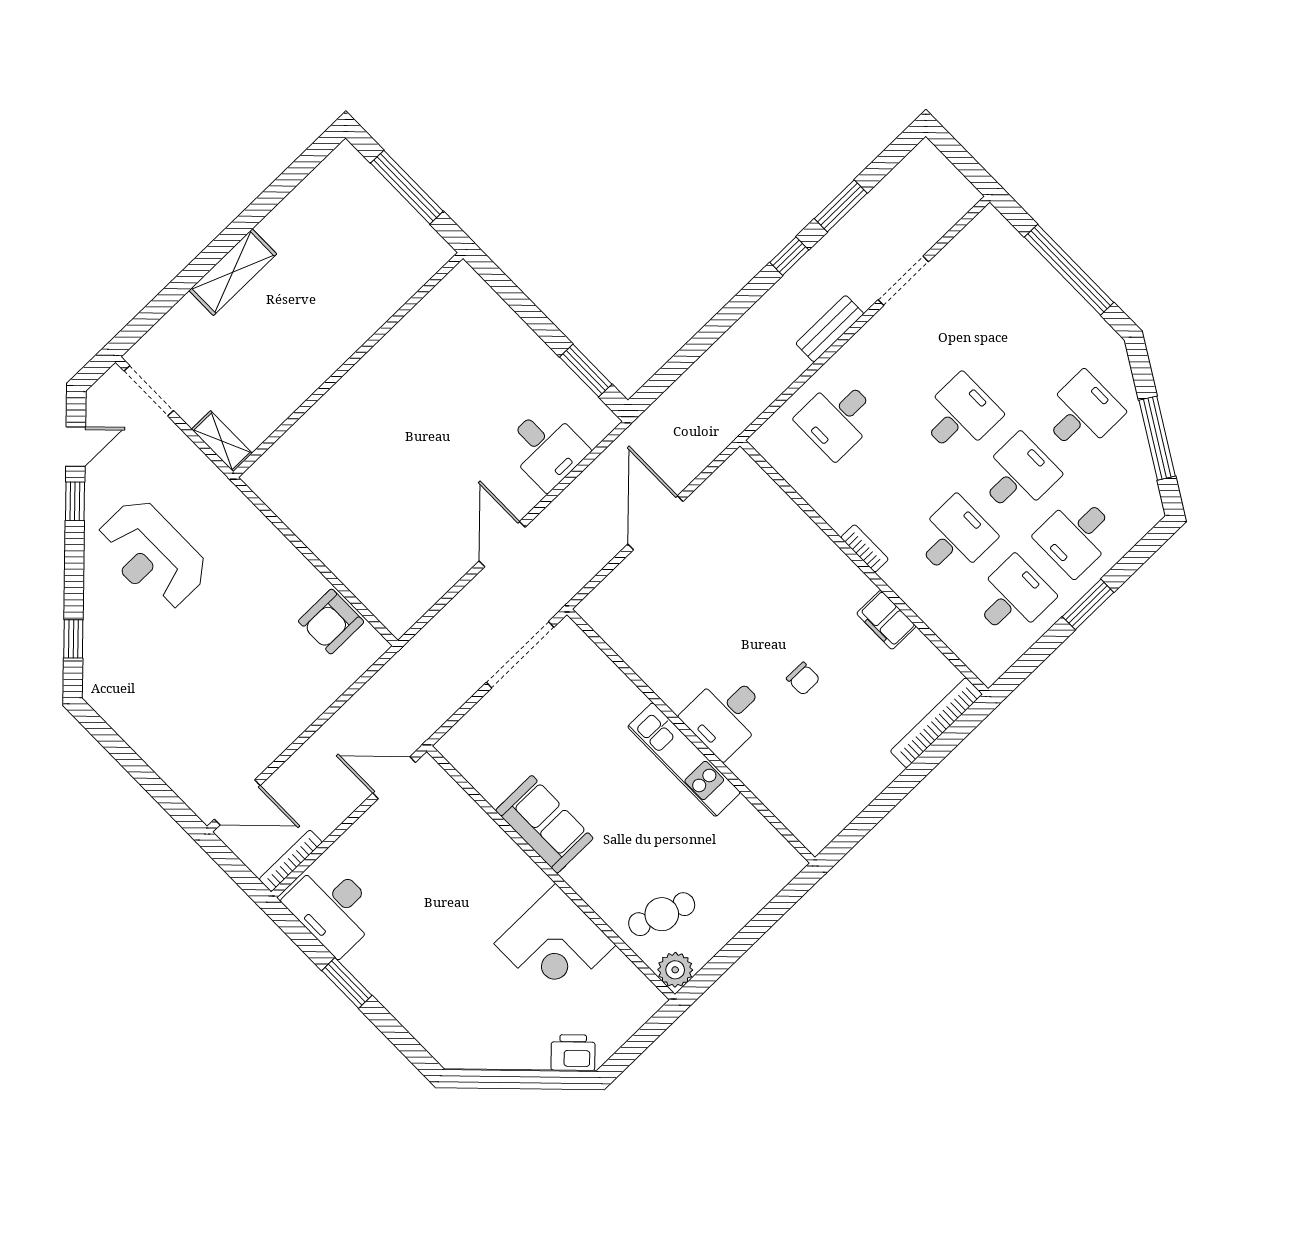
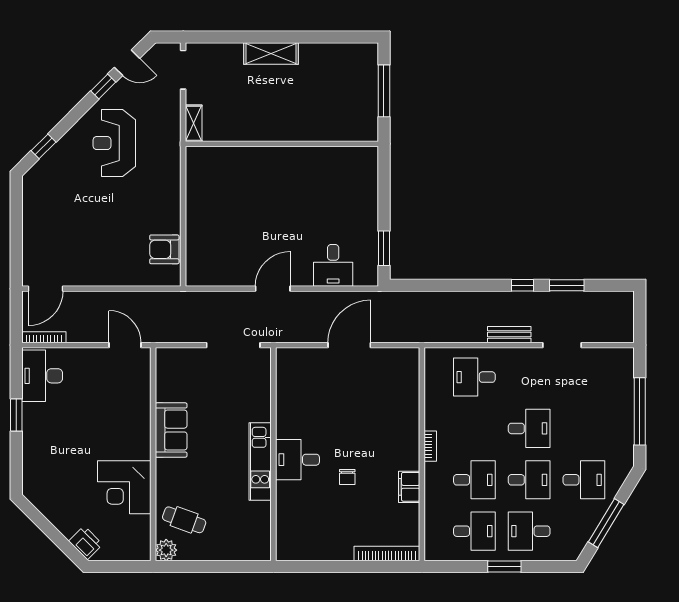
door: (237, 802) -> (46, 289), hinge flipped

